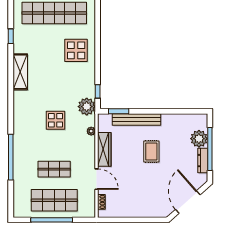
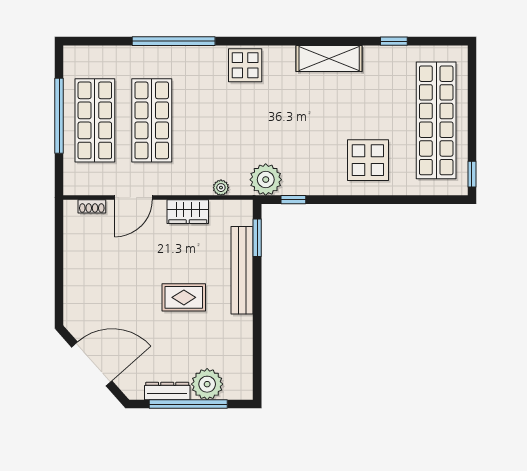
display table: (56, 120) -> (245, 65), moved
wardrobe: (104, 149) -> (188, 212), width x0.67
shop shelf: (54, 169) -> (152, 120), width x1.43, depth x1.36

